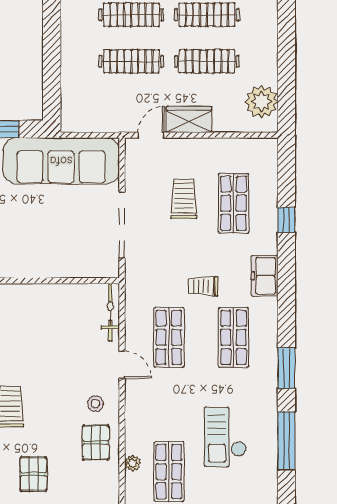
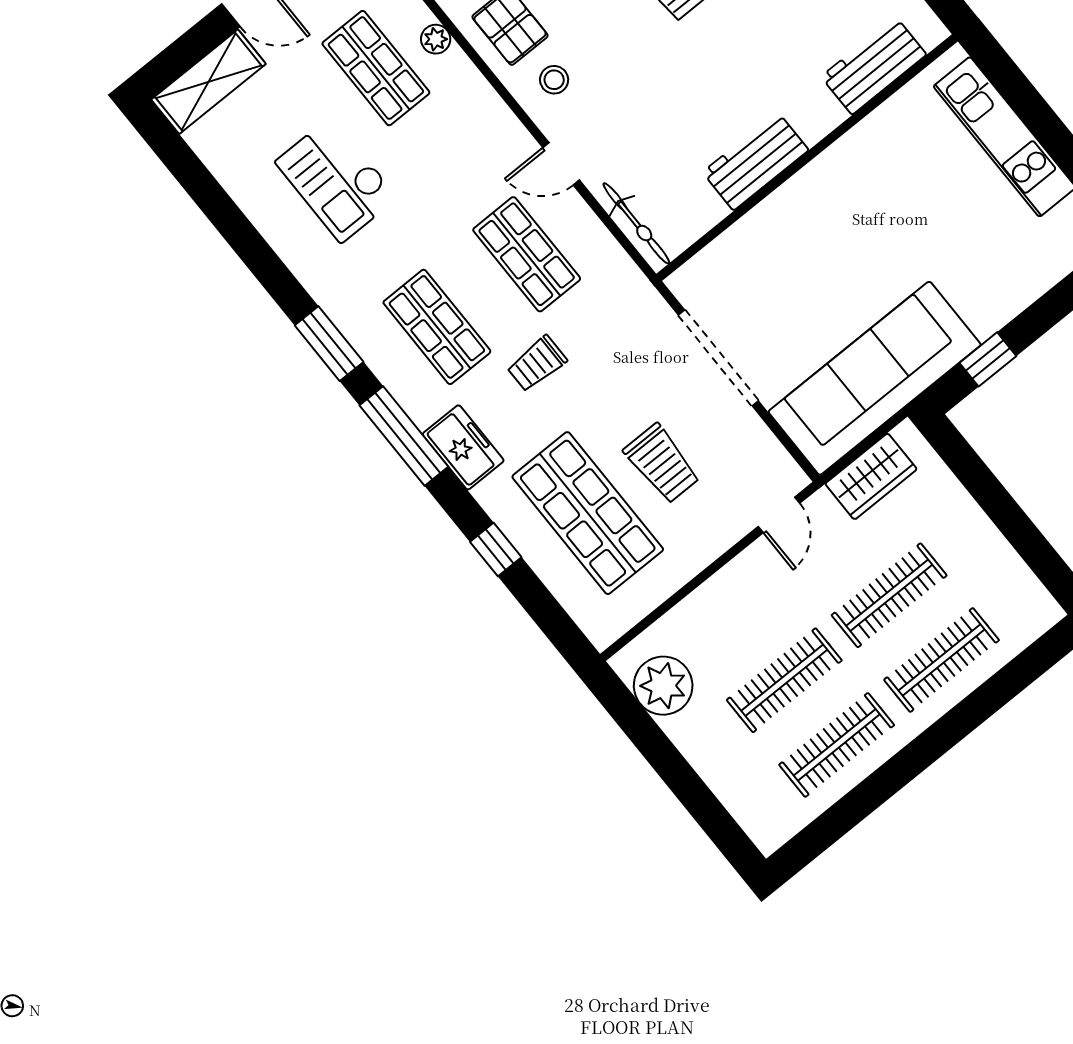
wardrobe: (189, 119) -> (871, 476), moved
shop shelf: (234, 203) -> (588, 513), width x1.43, depth x1.36
trolley: (203, 286) -> (537, 364), turned 180
workbench: (36, 297) -> (756, 161), added
checkout: (225, 437) -> (336, 180), turned 180
window: (286, 441) -> (404, 436), moved

